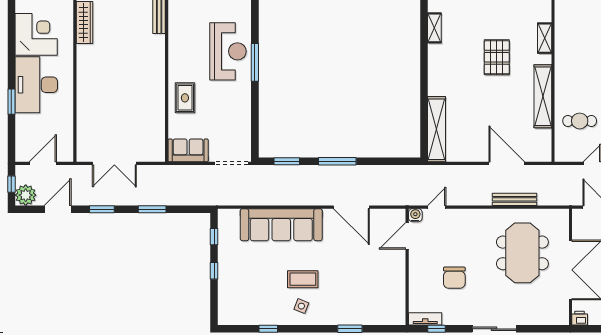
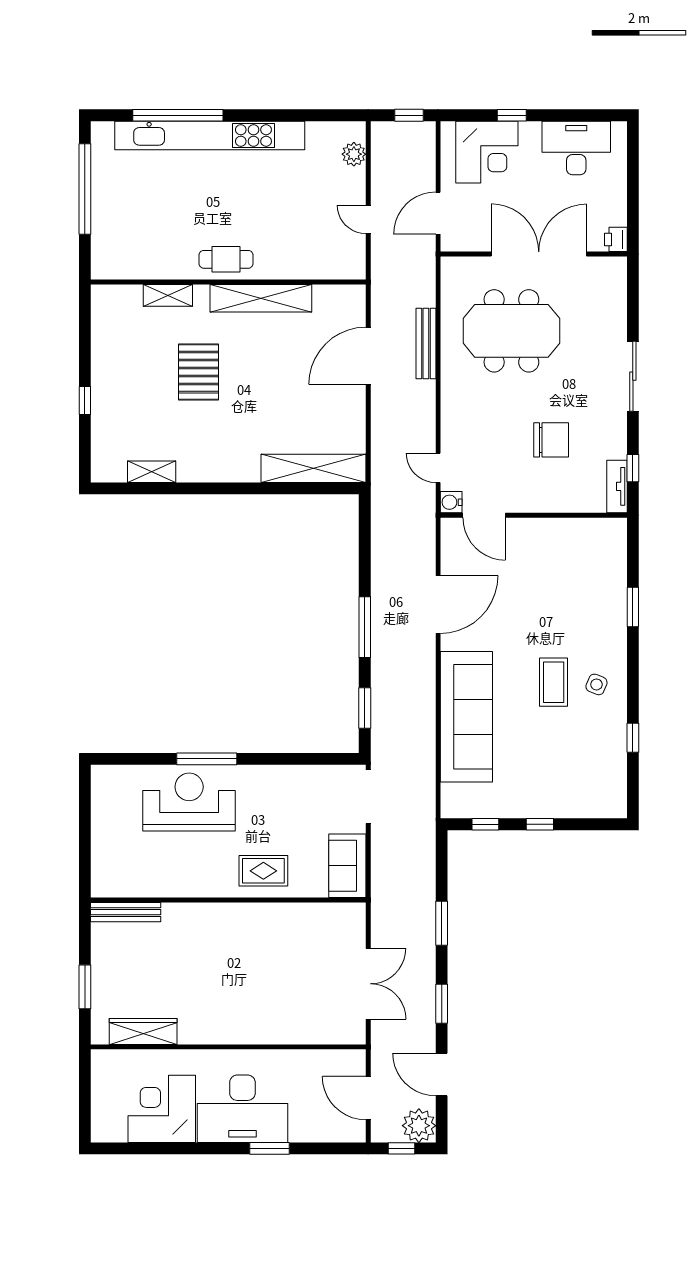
pallet: (497, 57) -> (199, 372), turned 90
cafe table: (580, 121) -> (226, 259), moved, turned 90

